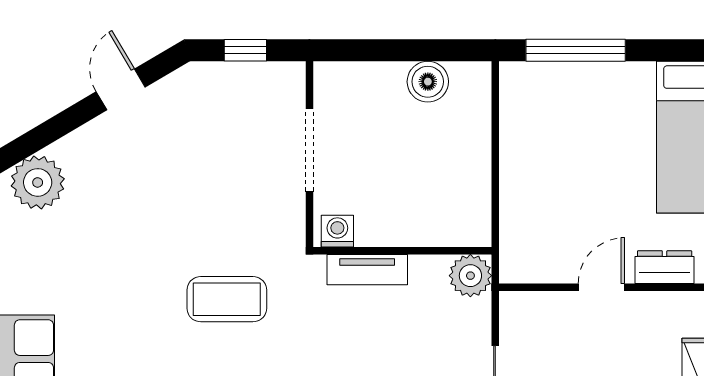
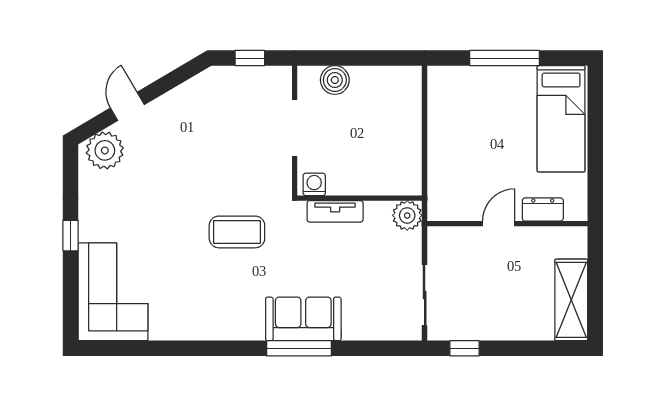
window: (576, 50) -> (504, 58), moved
boiler: (428, 82) -> (335, 80), moved
door: (121, 89) -> (127, 106), moved

